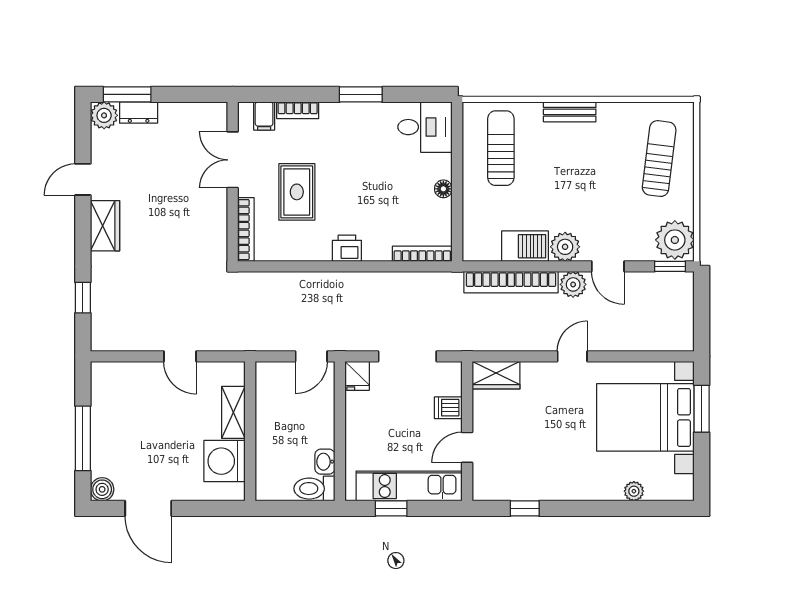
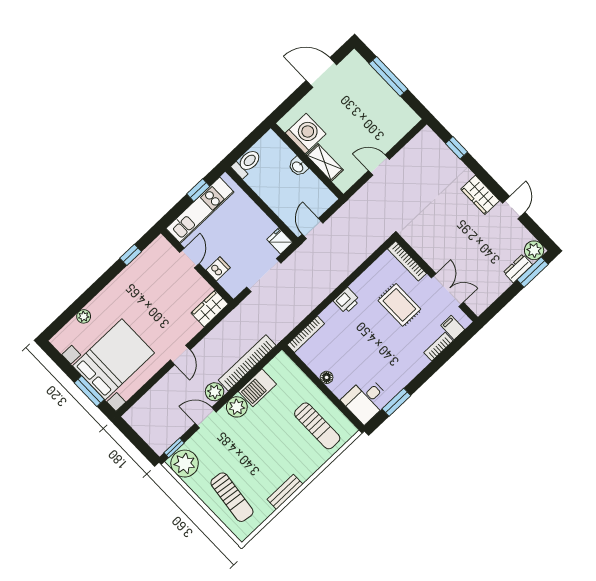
window: (361, 94) -> (396, 402), moved
bench: (570, 112) -> (285, 492), moved
washbasin: (325, 462) -> (298, 167), moved, turned 180
boiler: (102, 489) -> (354, 60), removed

